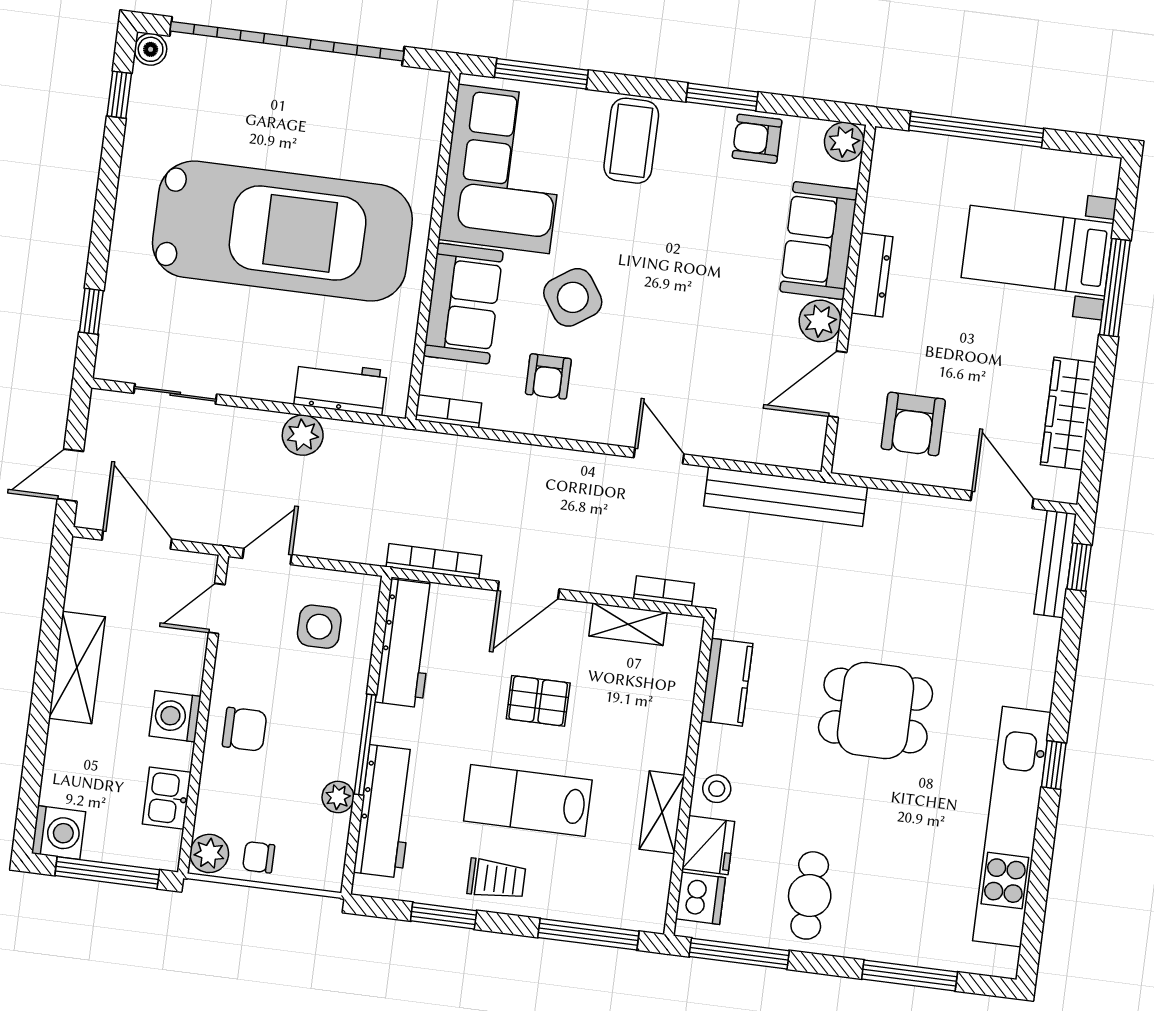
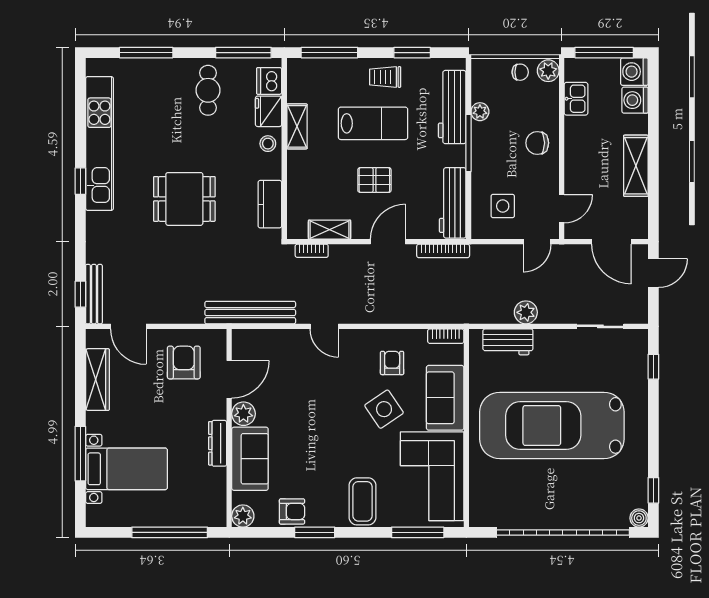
washing machine: (175, 716) -> (635, 100), moved, turned 180

